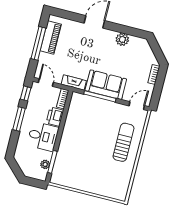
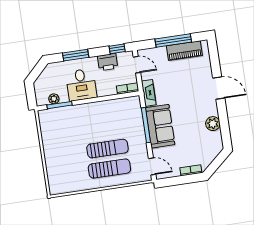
door: (46, 82) -> (137, 65), hinge flipped
printer: (55, 117) -> (108, 62), moved, turned 180
window: (19, 119) -> (76, 55), moved
sun lounger: (106, 137) -> (107, 149), added

